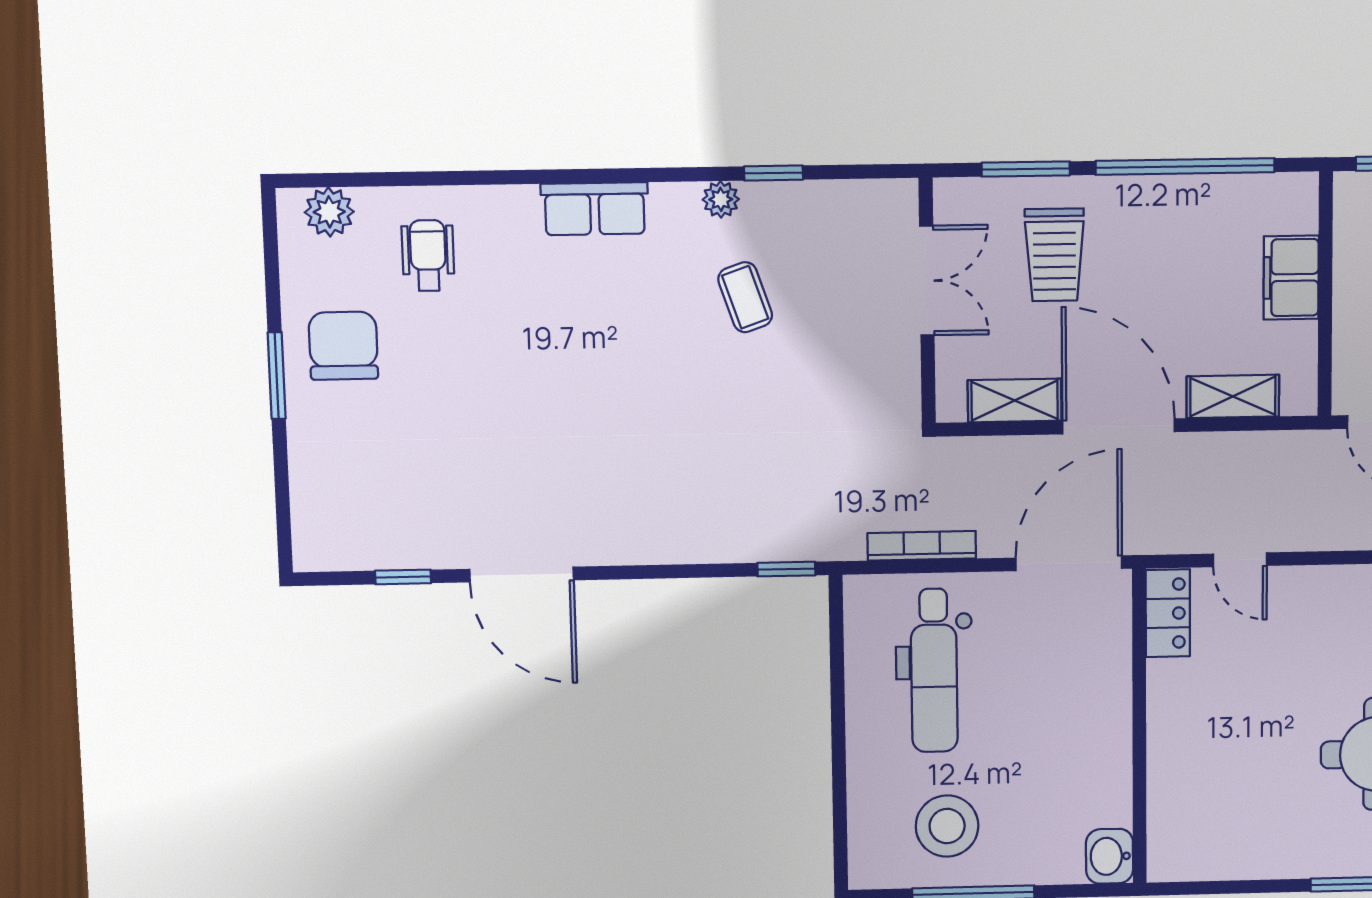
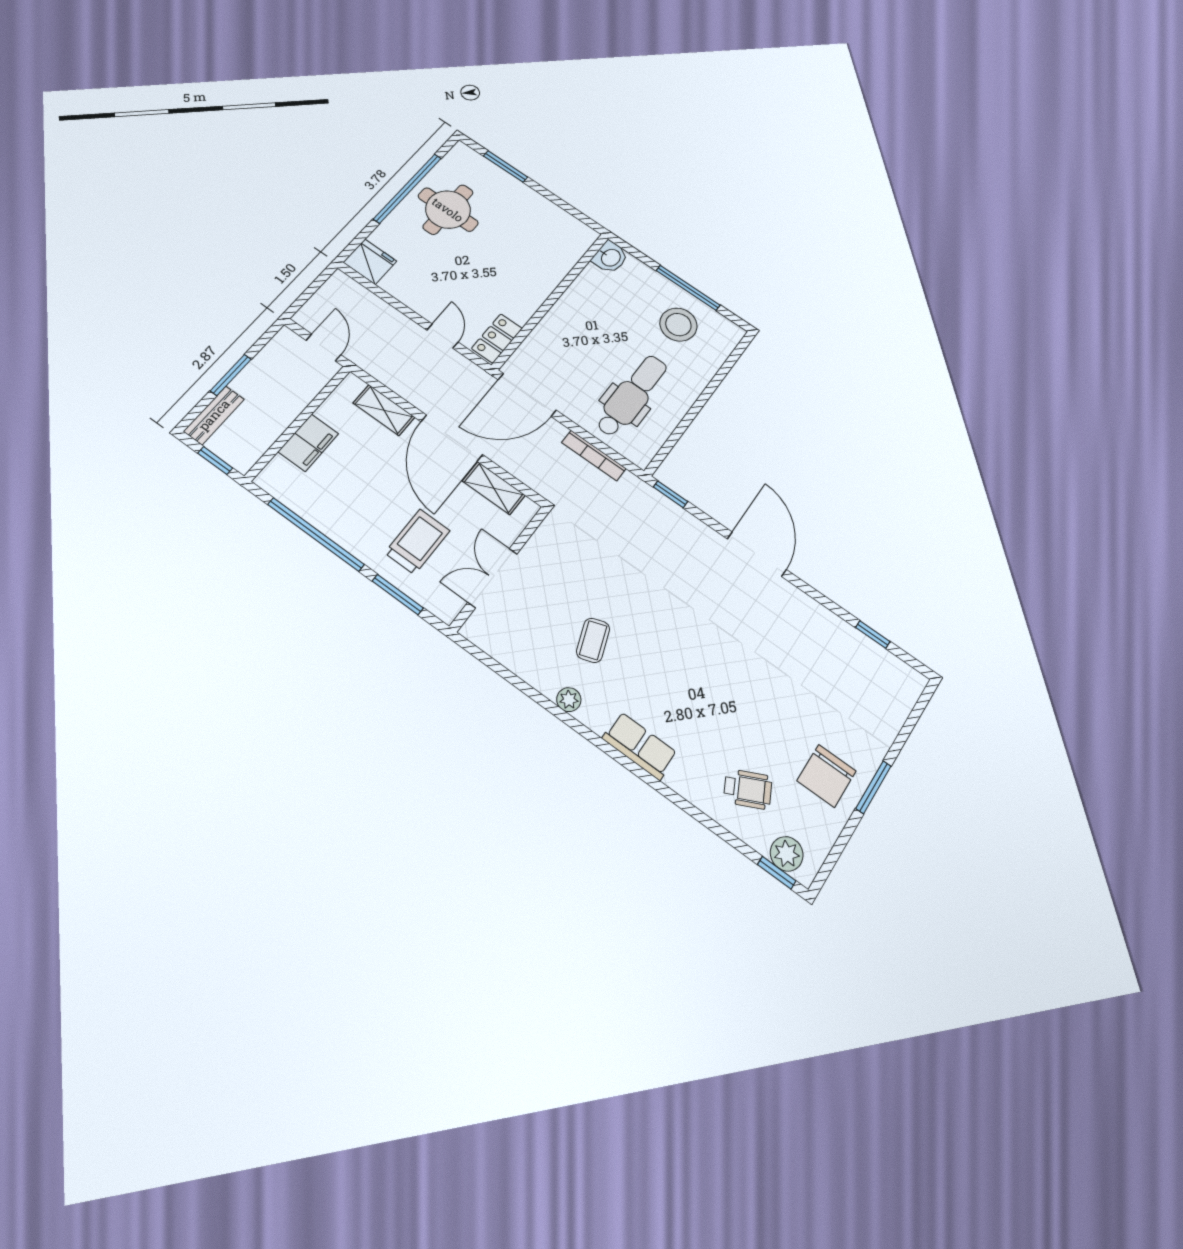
window: (774, 173) -> (777, 873), moved
wheelchair: (428, 256) -> (748, 789), turned -116
door: (522, 575) -> (757, 554), moved

